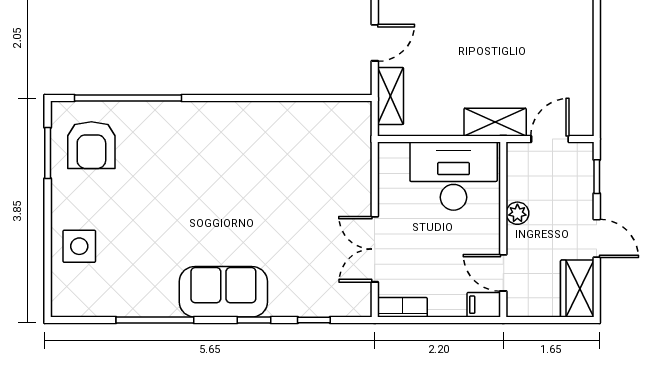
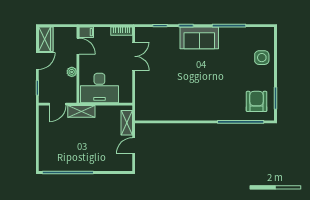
door: (597, 238) -> (37, 61), swing flipped

